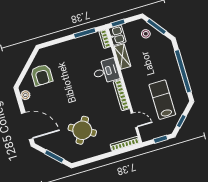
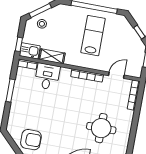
window: (85, 33) -> (10, 90), moved
desk: (106, 71) -> (47, 77), moved
lab bench: (162, 100) -> (93, 36), moved, turned 90
round table: (82, 130) -> (101, 128), turned -30

